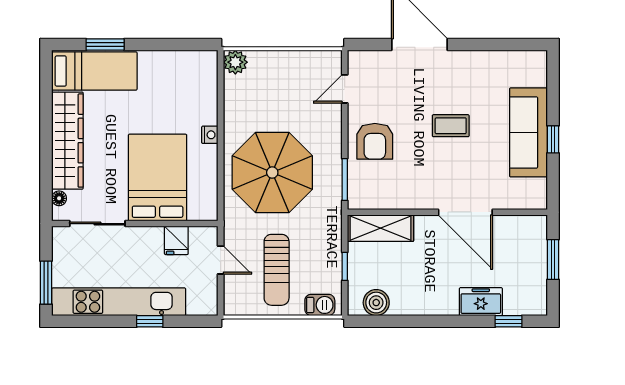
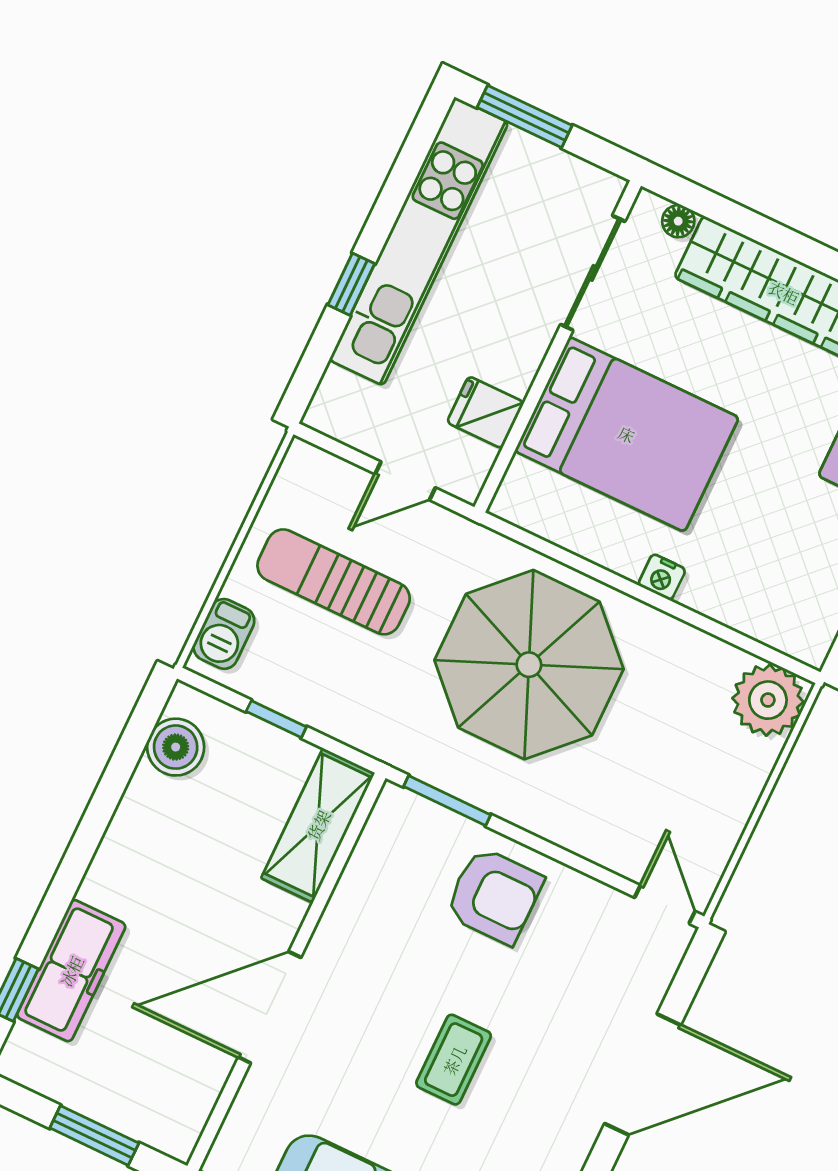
plant: (235, 62) -> (768, 700), width x1.36, depth x1.36
door: (345, 89) -> (665, 904), moved
armchair: (375, 141) -> (494, 896), turned 180
freezer: (481, 302) -> (71, 971), width x1.40

